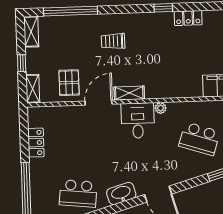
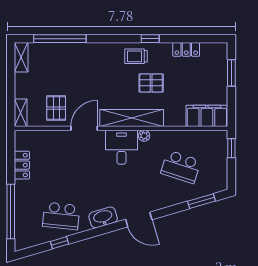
locker: (188, 18) -> (186, 49), moved
trolley: (113, 41) -> (136, 56), moved
pallet: (166, 53) -> (151, 83), added
window: (22, 63) -> (11, 88), removed
shelving: (129, 93) -> (132, 118), width x2.20, depth x1.33

